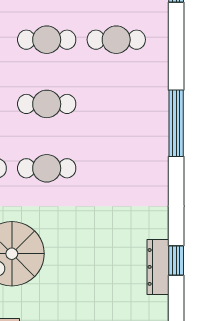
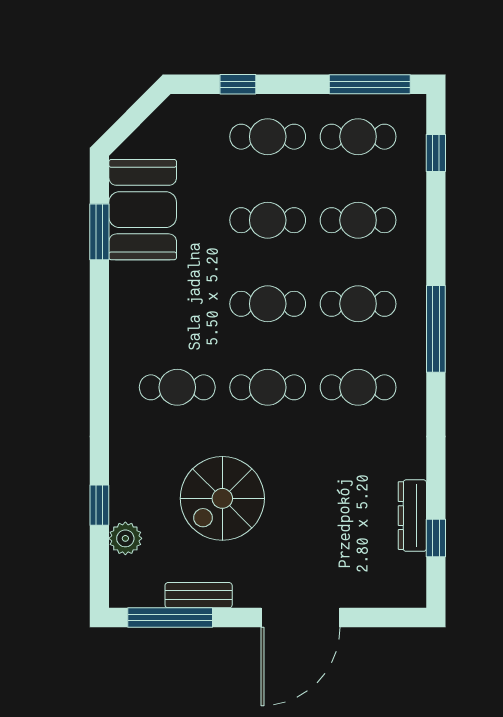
cafe table: (116, 104) -> (358, 304), added
cafe table: (116, 168) -> (358, 387), added
window: (176, 261) -> (436, 538), moved

